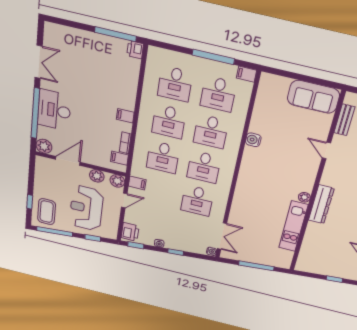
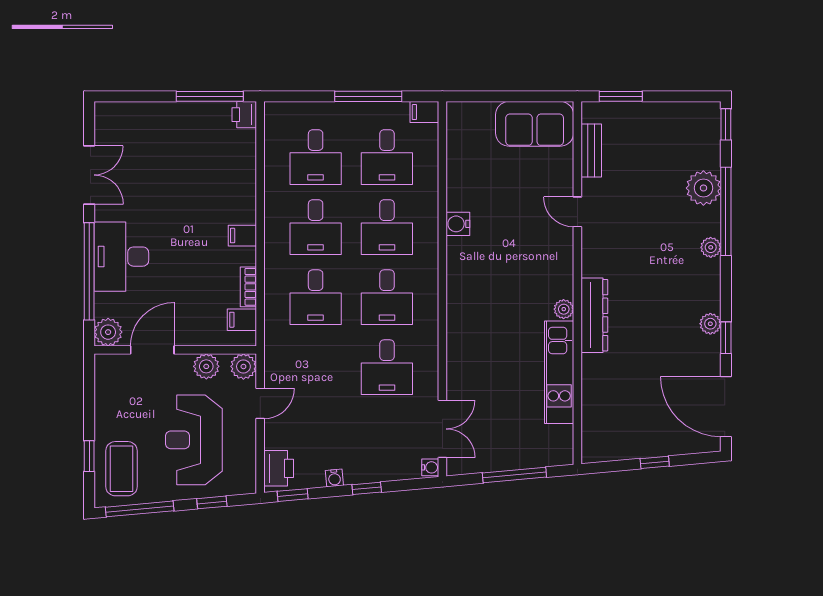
filing cabinet: (137, 183) -> (278, 361), removed

